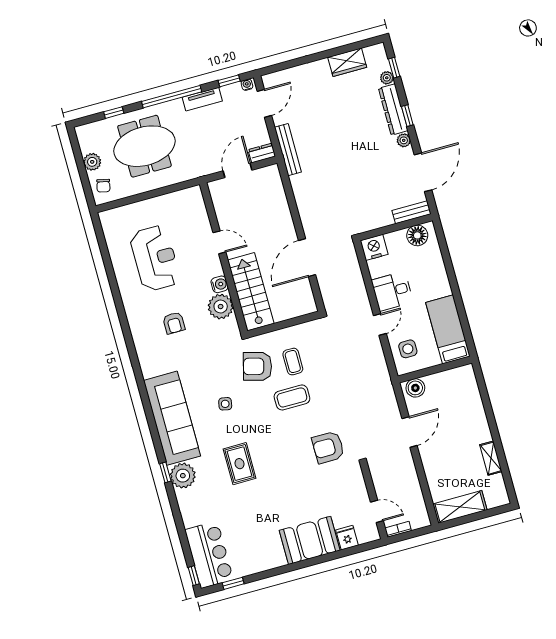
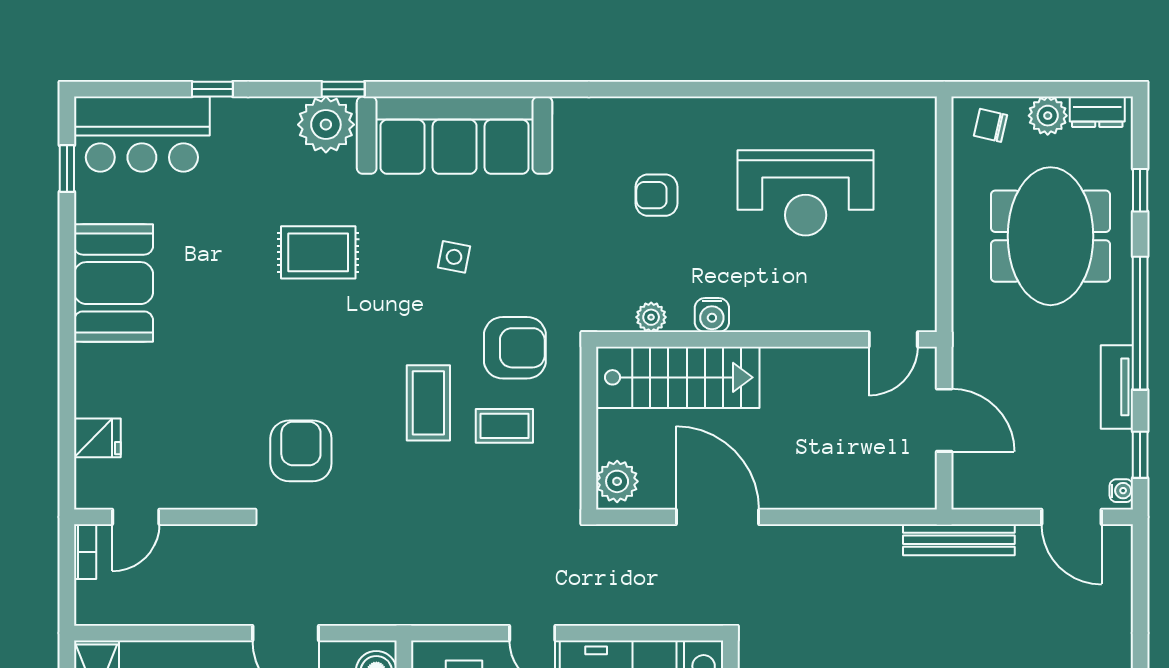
dresser: (262, 153) -> (1097, 112), moved, turned 90
door: (219, 242) -> (893, 339), moved
plant: (304, 306) -> (617, 481), added
plant: (221, 307) -> (651, 317), width x0.53, depth x0.53
armchair: (258, 366) -> (515, 348), turned 75
booth: (310, 540) -> (113, 283), moved
window: (194, 576) -> (212, 89), moved

